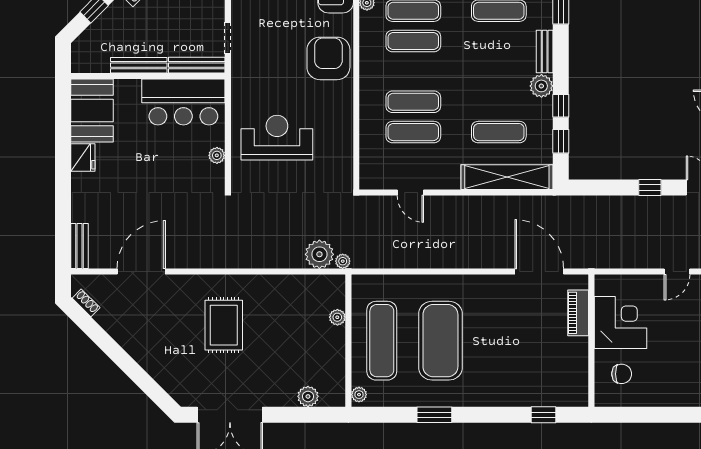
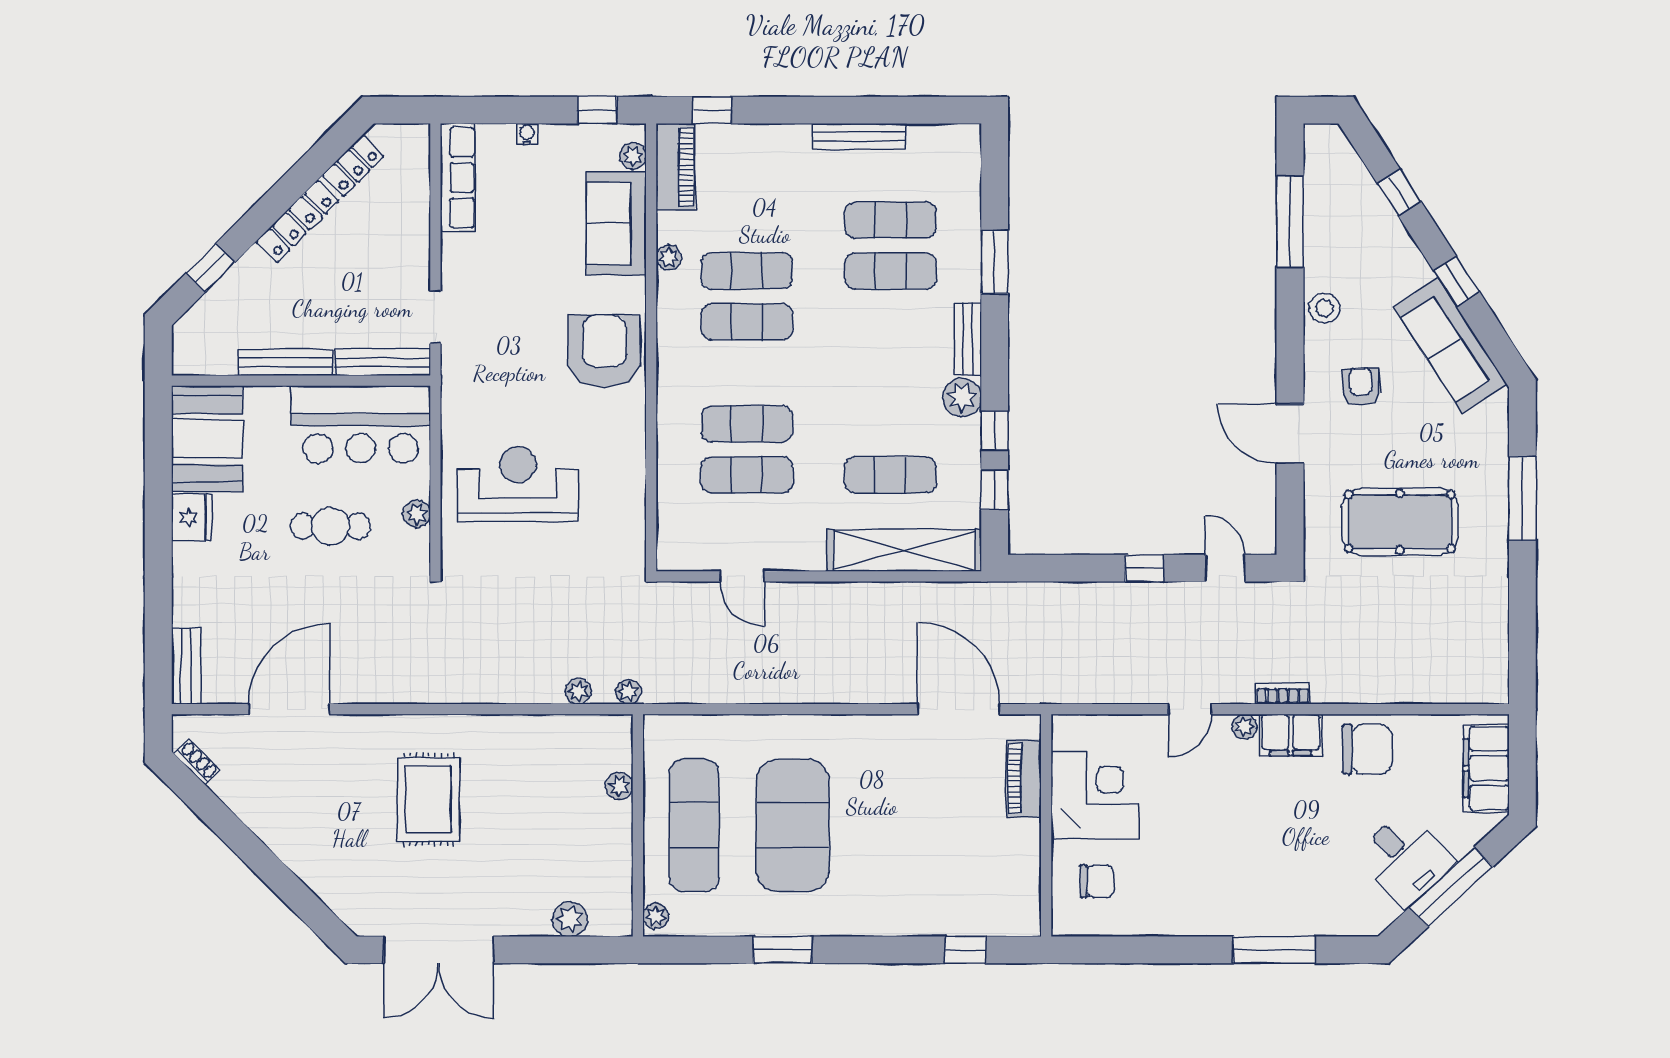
cafe table: (165, 163) -> (330, 526), added
plant: (319, 254) -> (578, 691), width x0.53, depth x0.53

